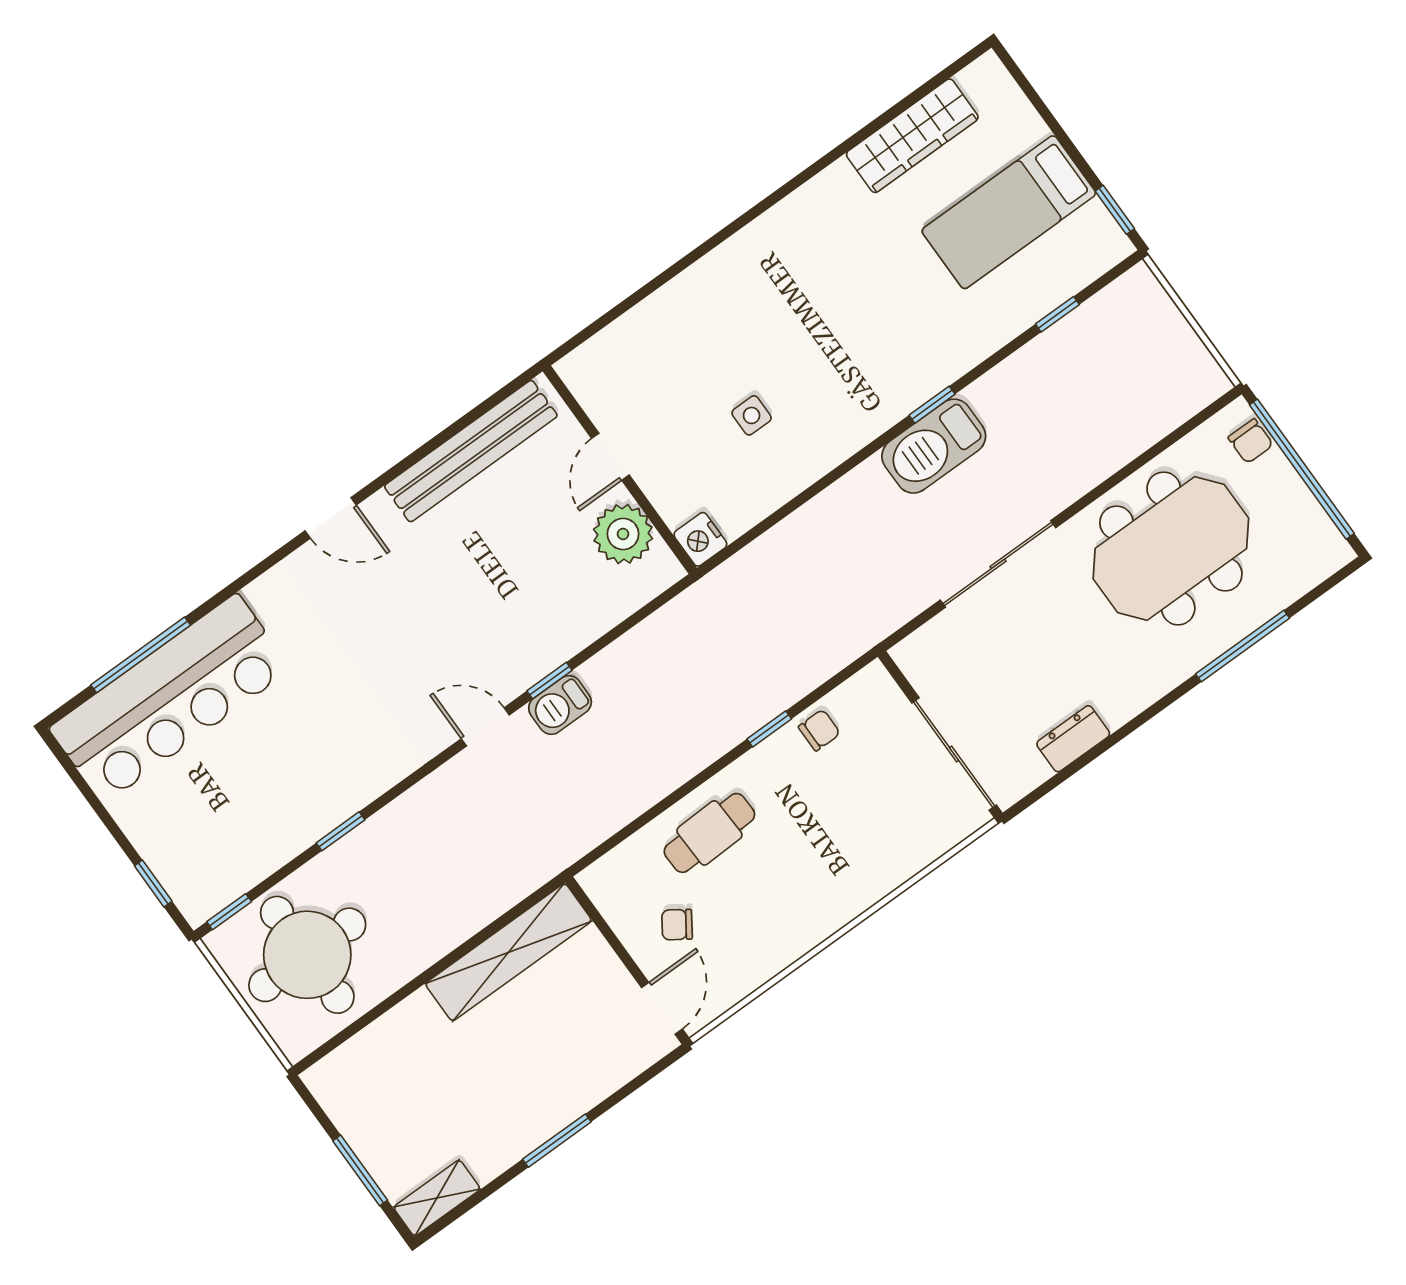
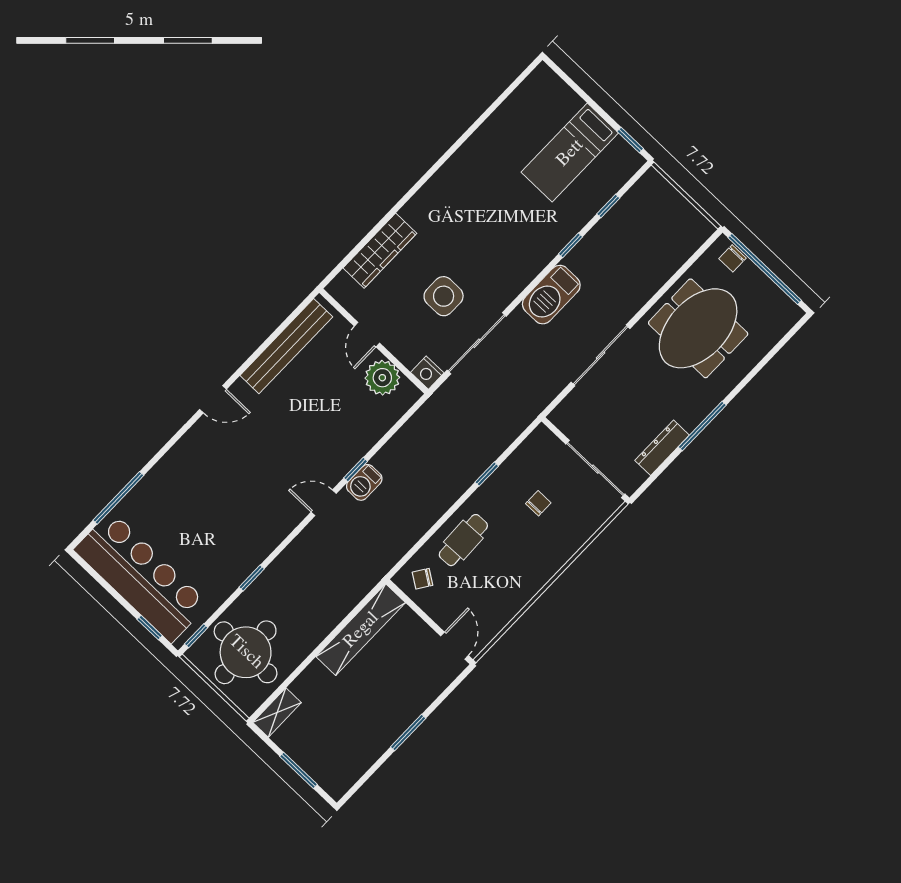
wardrobe: (912, 136) -> (380, 251), moved
window: (932, 405) -> (571, 245), moved
side table: (752, 415) -> (444, 296), width x1.87, depth x1.87
chair: (1251, 441) -> (732, 258), turned 90
sliding door: (793, 505) -> (477, 343), added
window: (1243, 646) -> (702, 426), moved
bar counter: (170, 699) -> (141, 577), moved, turned -90
chair: (819, 730) -> (538, 503), moved
dresser: (1073, 739) -> (662, 448), width x1.44
chair: (677, 925) -> (423, 579), moved
shelving: (437, 1198) -> (277, 712), moved

